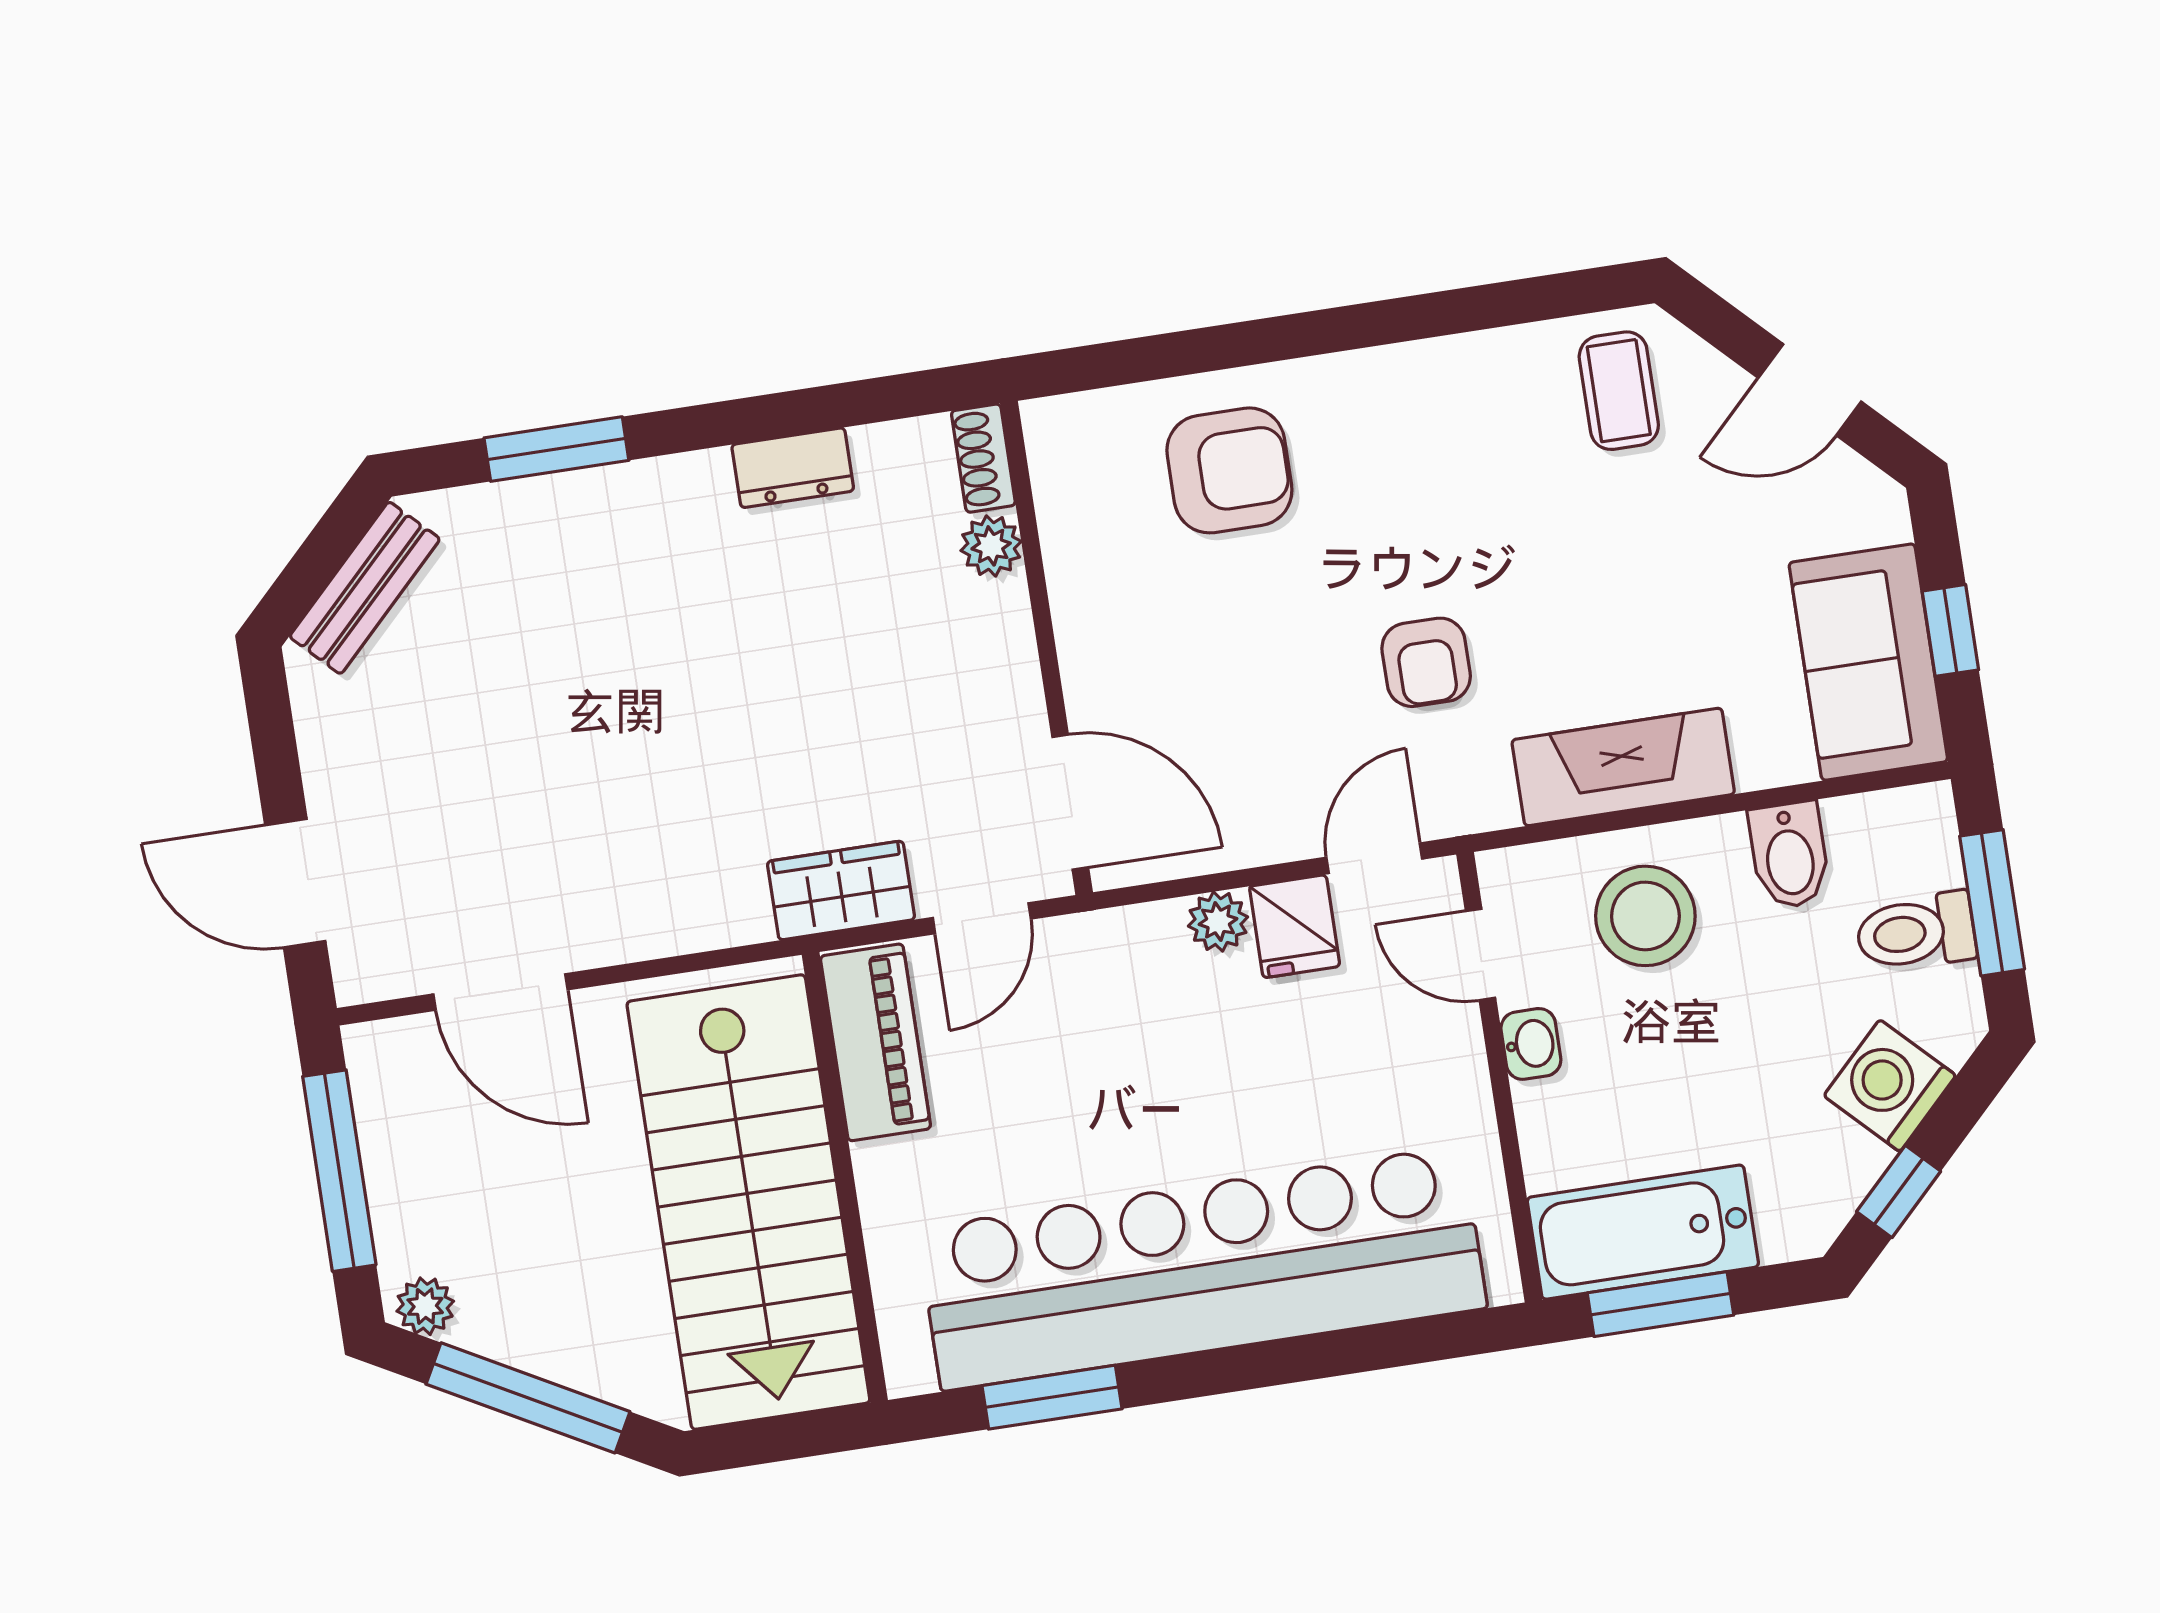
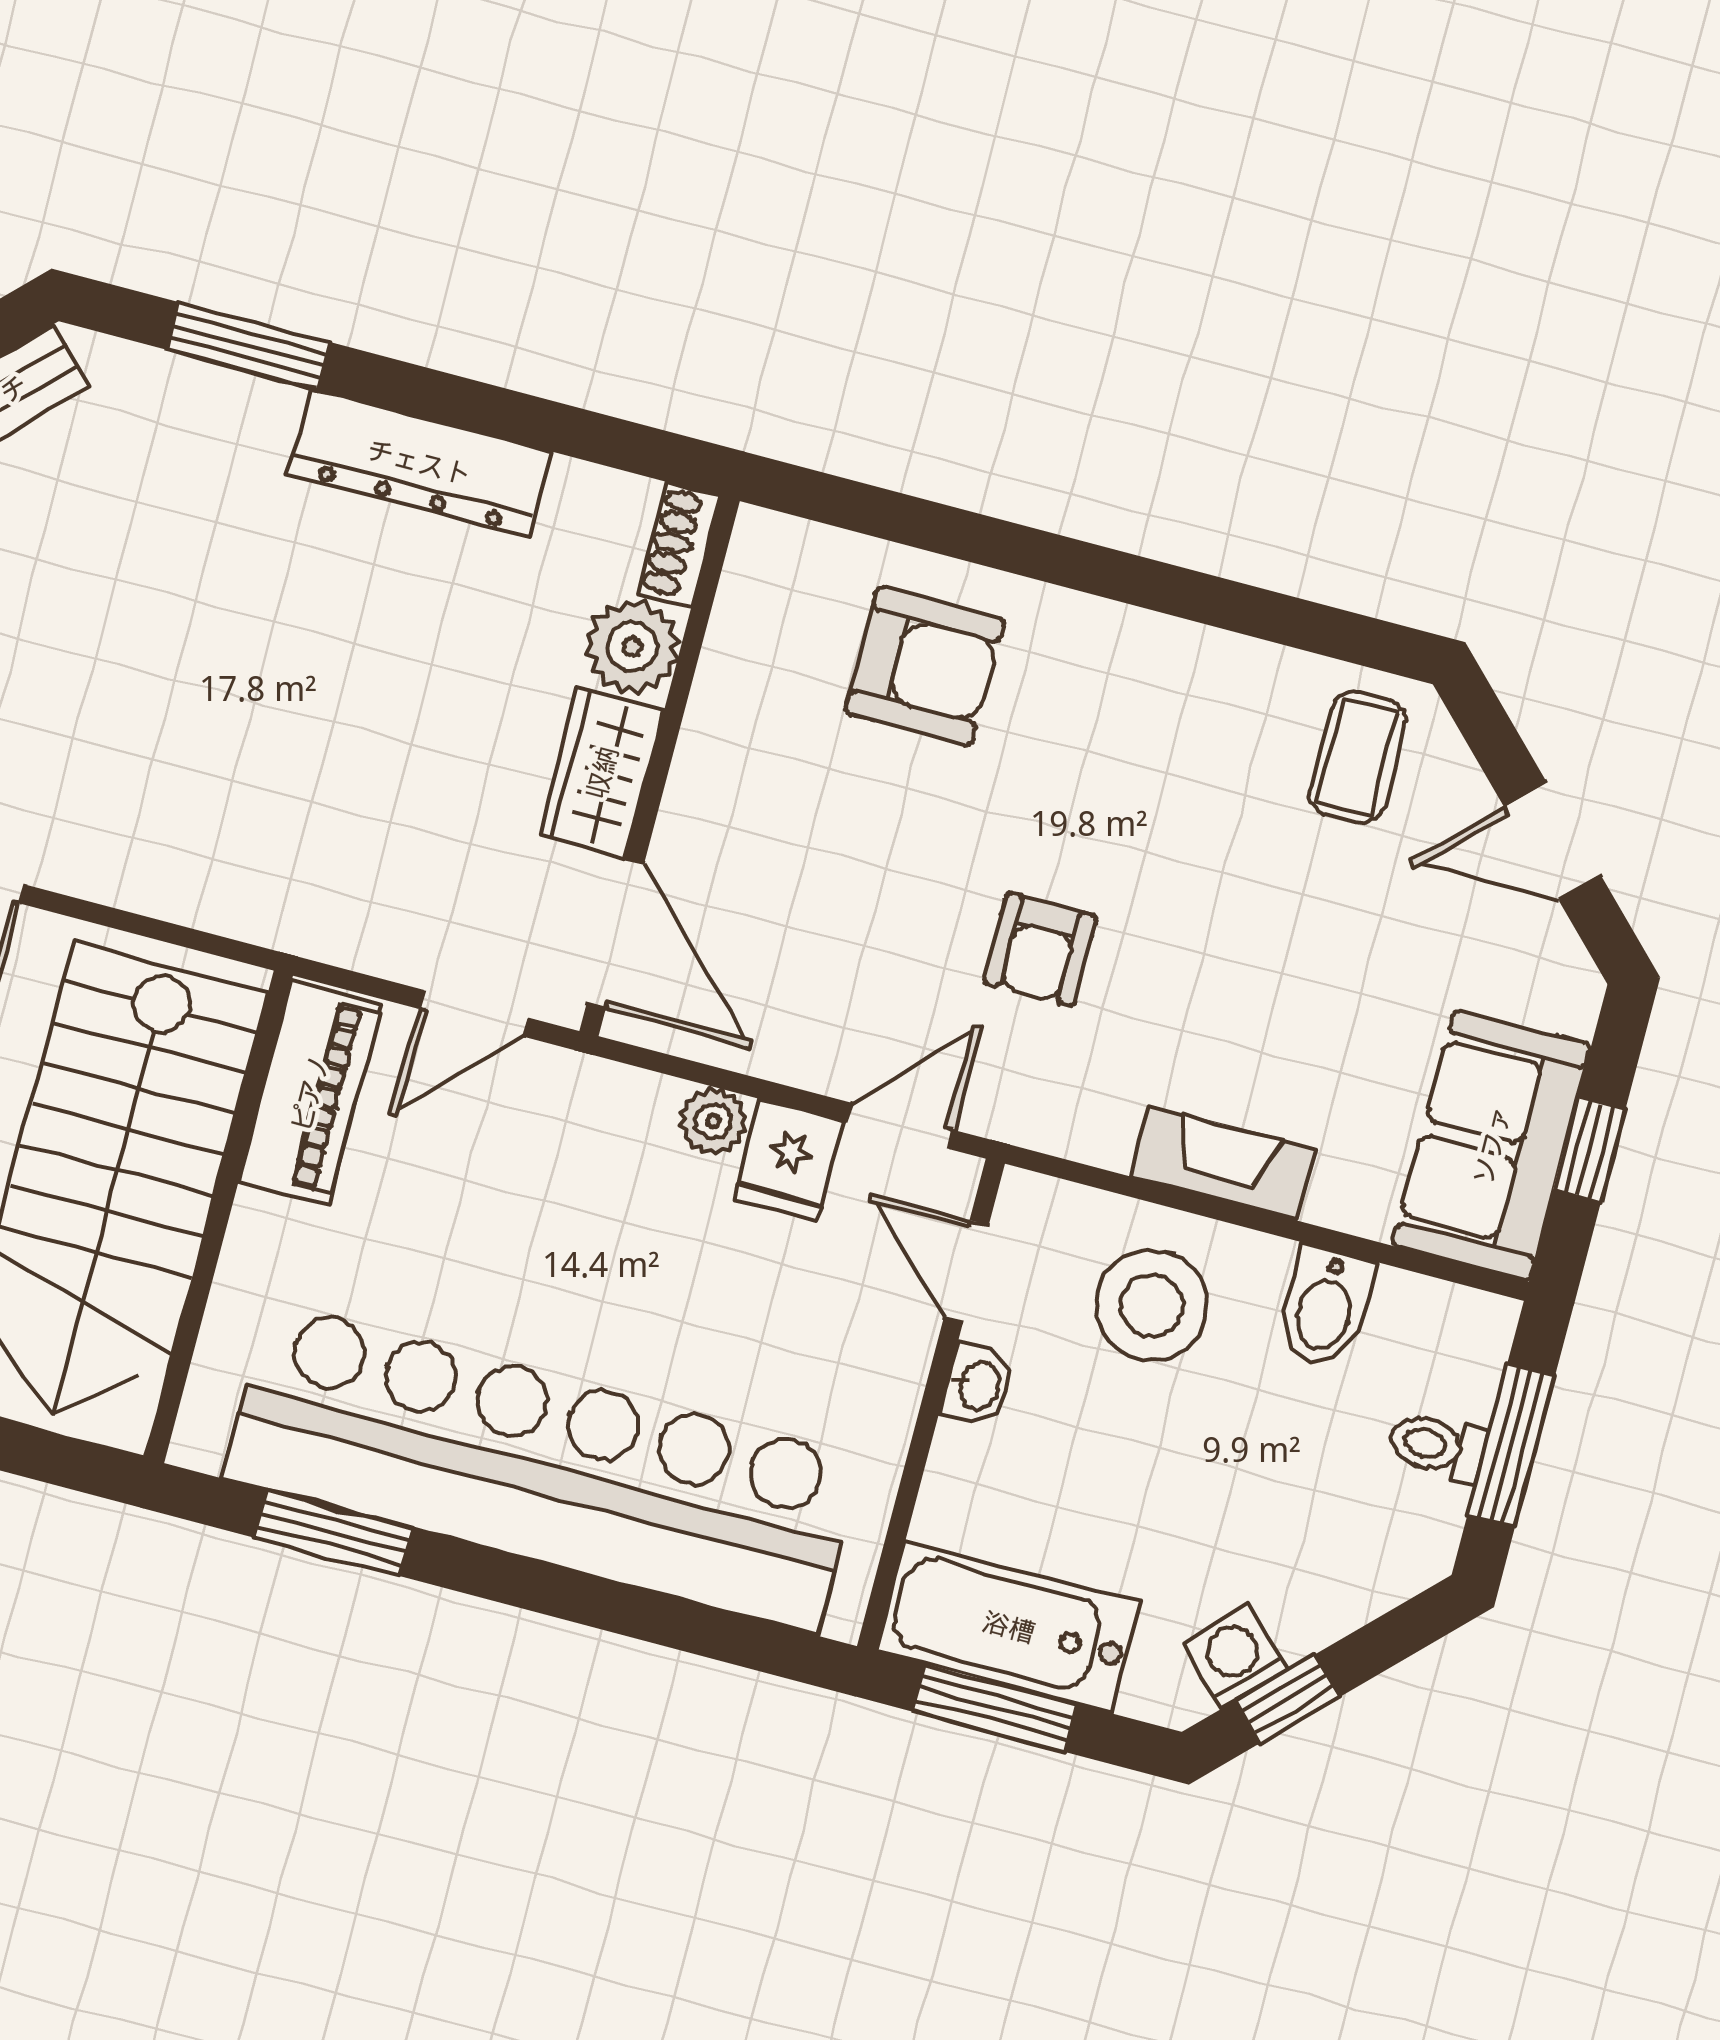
dresser: (793, 468) -> (419, 462), width x1.96, depth x1.24
plant: (991, 546) -> (633, 647), width x1.38, depth x1.38
fireplace: (1623, 767) -> (1223, 1163), width x0.73, depth x0.76
wardrobe: (841, 890) -> (602, 773), moved, turned -90
toilet: (1916, 932) -> (1438, 1446), width x0.73, depth x0.72
washing machine: (1890, 1086) -> (1235, 1656), moved, width x0.73, depth x0.73

